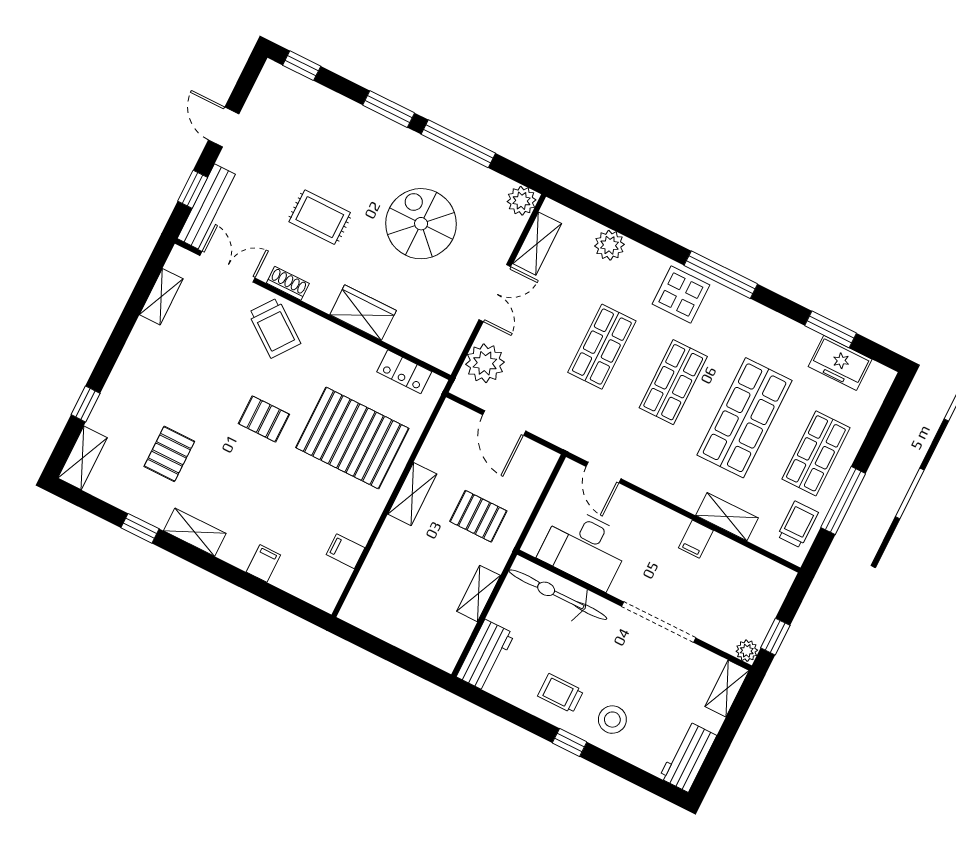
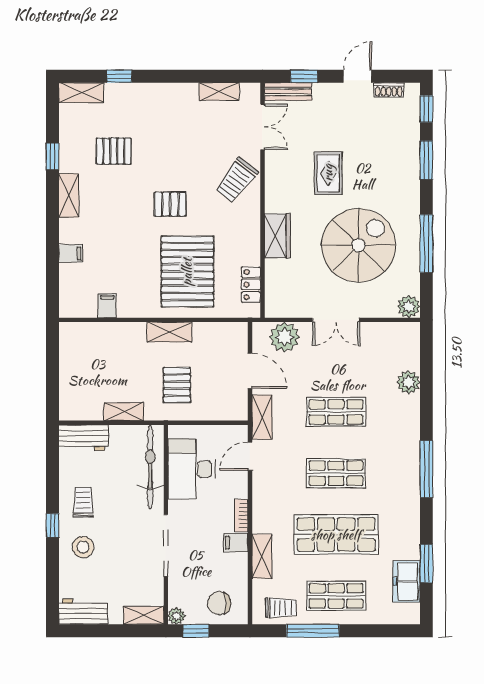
window: (389, 109) -> (426, 160), moved
bench: (206, 206) -> (288, 92), width x0.73
spiral stairs: (421, 224) -> (359, 245), width x1.37, depth x1.37
shelving: (537, 244) -> (262, 417), moved, turned 90
shoe rack: (288, 283) -> (389, 90), moved, turned 90
display table: (681, 294) -> (399, 448), removed
pallet: (264, 419) -> (170, 204), turned 90
door: (504, 423) -> (250, 371), swing flipped
bookcase: (668, 517) -> (241, 516), added
chair: (757, 594) -> (219, 603), added

